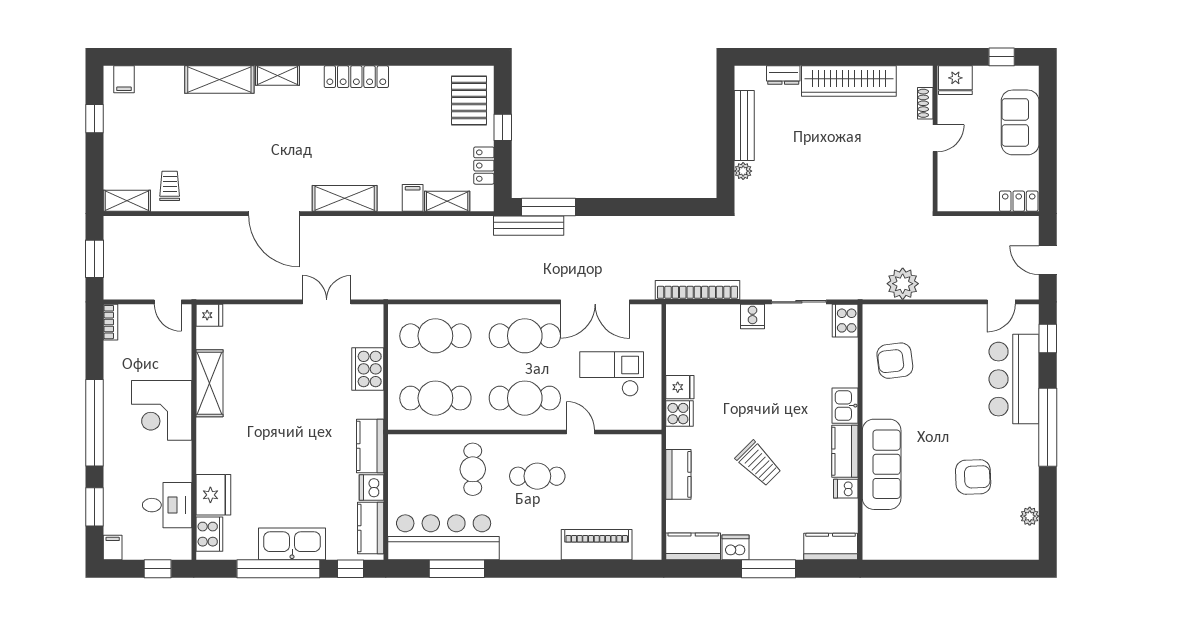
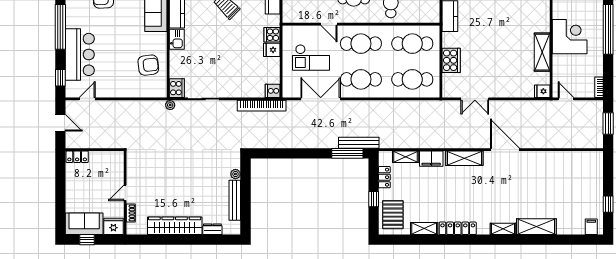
sofa: (1020, 122) -> (84, 224), moved, turned -90
trolley: (170, 186) -> (565, 166), removed
filing cabinet: (413, 198) -> (431, 159), width x2.00
shelving: (127, 201) -> (424, 228), moved
plant: (903, 284) -> (170, 105), moved, width x0.53, depth x0.53
cooker: (753, 316) -> (273, 91), moved, turned -90

